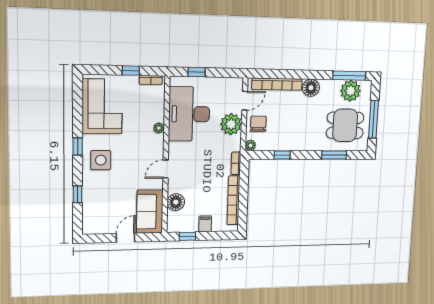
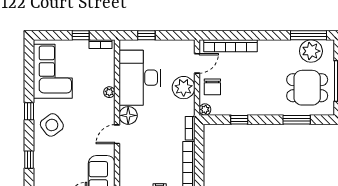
floor lamp: (311, 88) -> (267, 49), removed
chair: (258, 124) -> (212, 87), turned 180
side table: (101, 160) -> (52, 125), turned -37
floor lamp: (176, 202) -> (128, 115), moved

